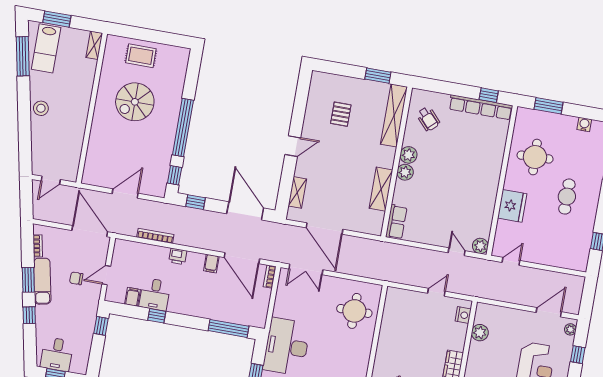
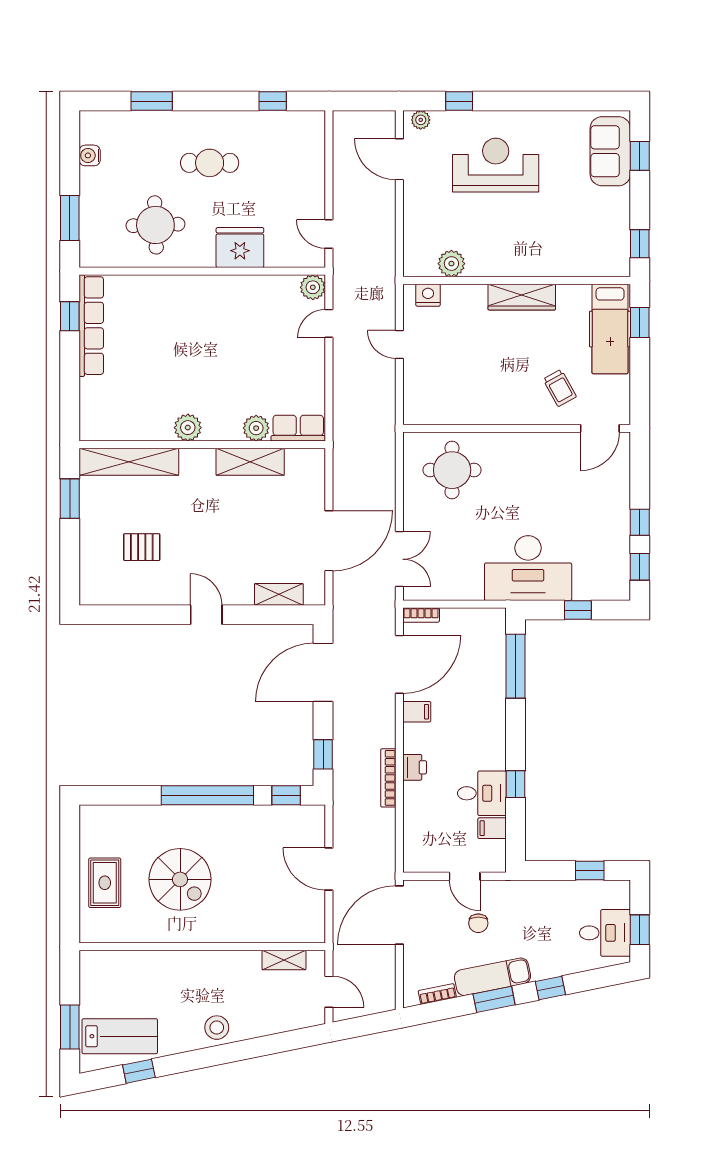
shelving: (94, 45) -> (284, 960), moved
window: (23, 56) -> (139, 1071), width x0.46
wheelchair: (428, 119) -> (125, 406), removed
plant: (405, 172) -> (256, 428), moved
bookcase: (155, 236) -> (388, 778), moved
window: (101, 326) -> (590, 870), moved

